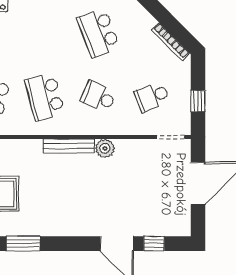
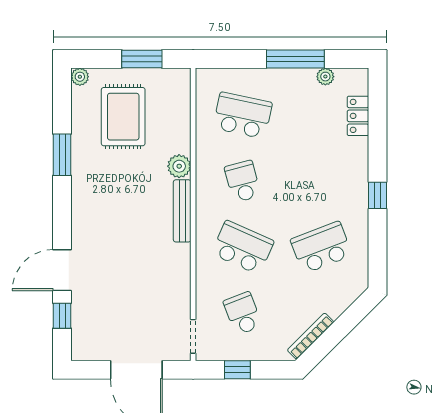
school desk: (45, 97) -> (243, 181), width x0.54
school desk: (98, 97) -> (243, 247), width x1.85
plant: (105, 148) -> (179, 166), moved

